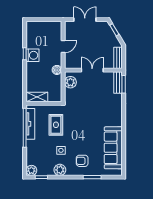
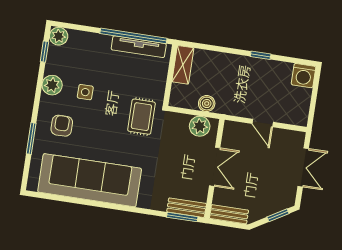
washing machine: (33, 55) -> (304, 76), moved
boiler: (57, 70) -> (207, 104), moved
rug: (56, 125) -> (141, 117), moved, turned 90
sofa: (113, 148) -> (90, 180), width x1.36, depth x1.27

